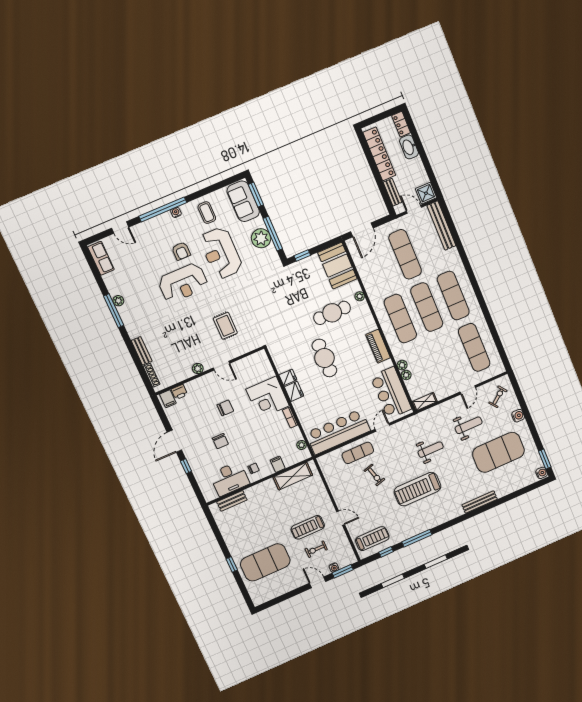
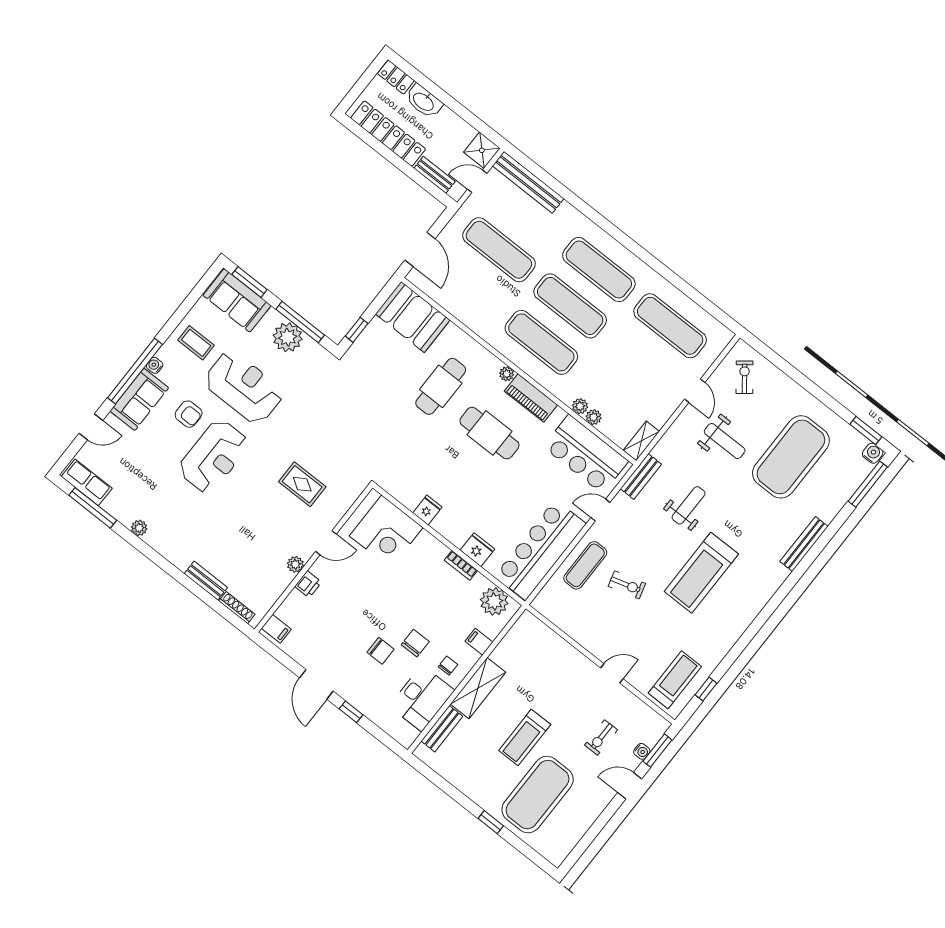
sofa: (157, 227) -> (139, 399), added
reception desk: (221, 253) -> (244, 387), turned 180
plant: (360, 296) -> (507, 374), moved
window: (114, 311) -> (93, 508), moved
cafe table: (324, 358) -> (489, 433), moved
fridge: (294, 391) -> (477, 550), moved
printer: (179, 392) -> (308, 584), moved
corner desk: (268, 398) -> (386, 532), moved
chair: (225, 408) -> (415, 643), moved
water cooler: (518, 416) -> (790, 389), removed
bench: (414, 421) -> (641, 476), added
weight bench: (469, 425) -> (725, 441), turned 90
door: (382, 427) -> (600, 510), hinge flipped
plant: (302, 445) -> (494, 601), width x1.88, depth x1.88
shelving: (293, 476) -> (478, 688), moved
treadmill: (308, 527) -> (525, 737), moved
window: (417, 538) -> (868, 484), moved

